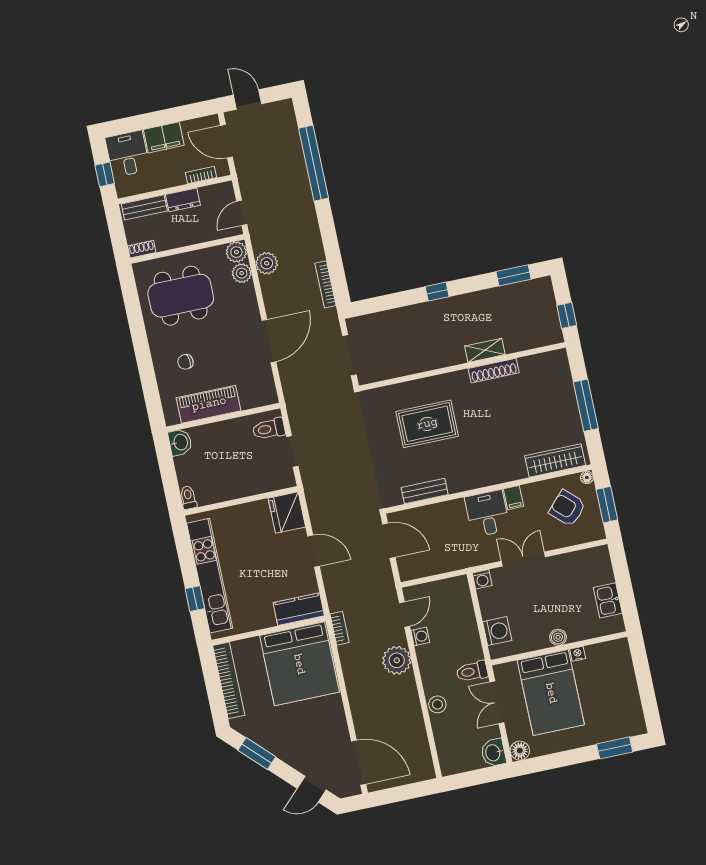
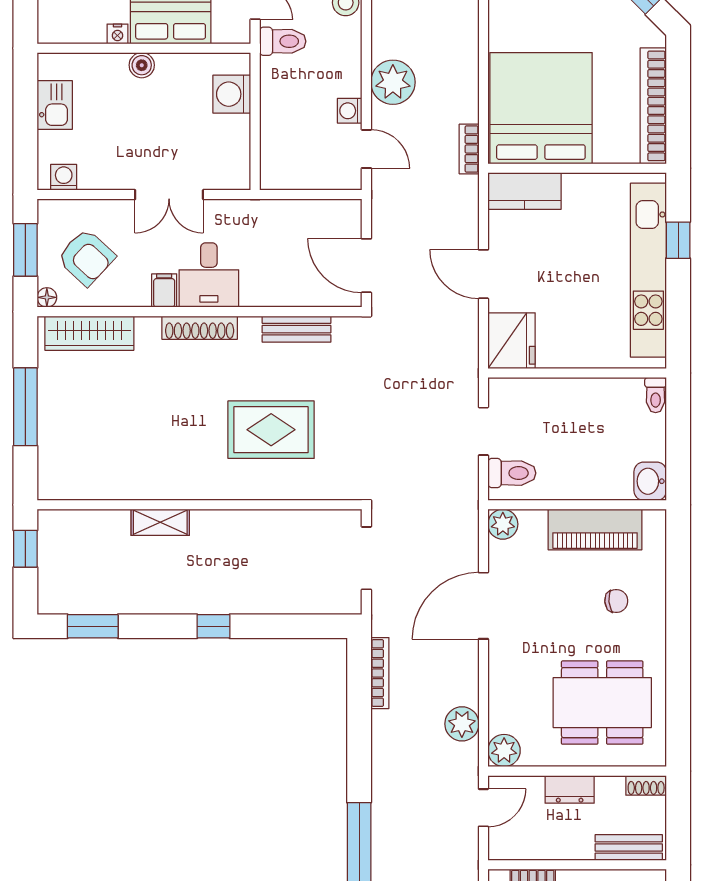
dresser: (183, 200) -> (570, 789), moved, turned 180
plant: (242, 273) -> (503, 524), moved
shoe rack: (494, 371) -> (200, 328), moved, turned 180
washing machine: (482, 579) -> (64, 177), moved
door: (405, 614) -> (366, 149), swing flipped

